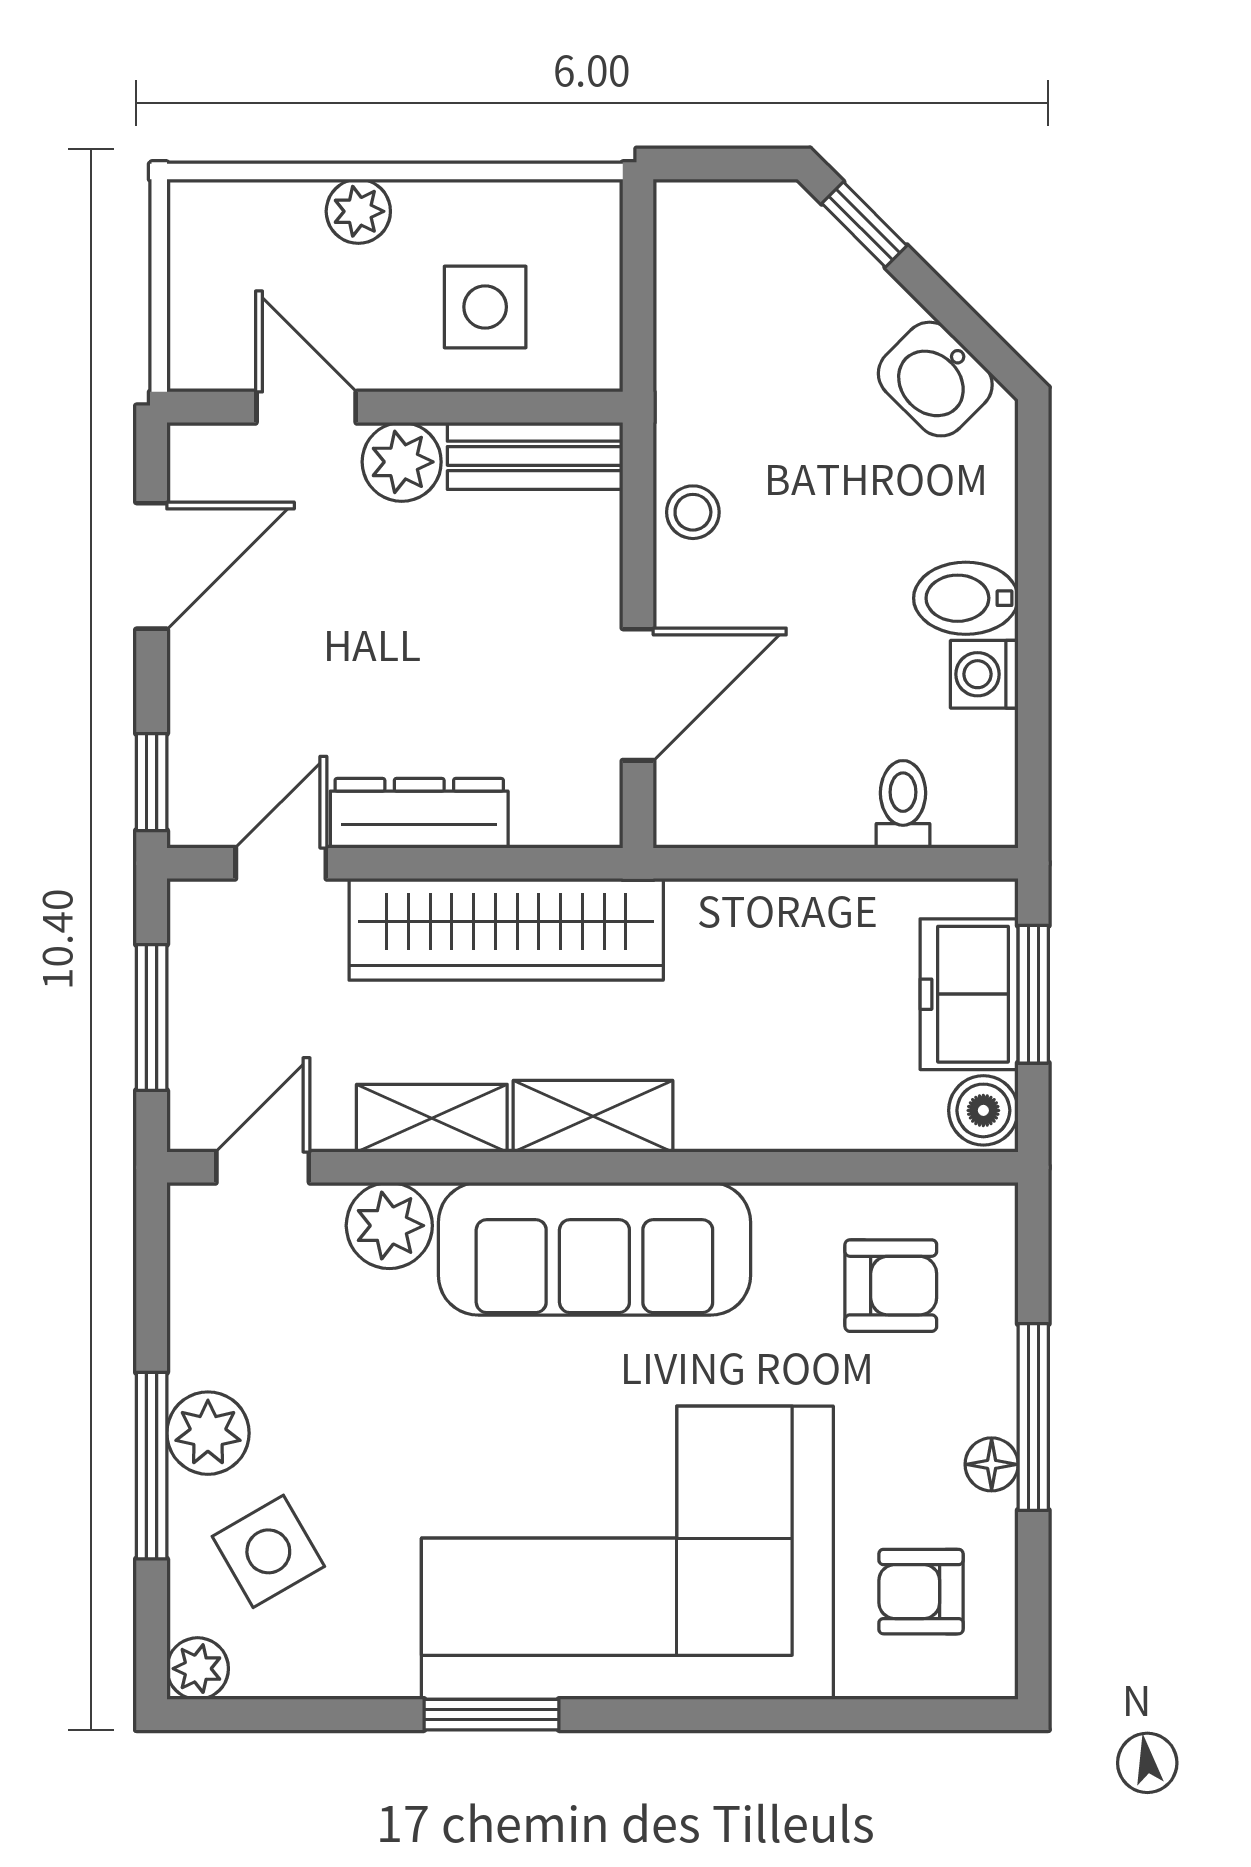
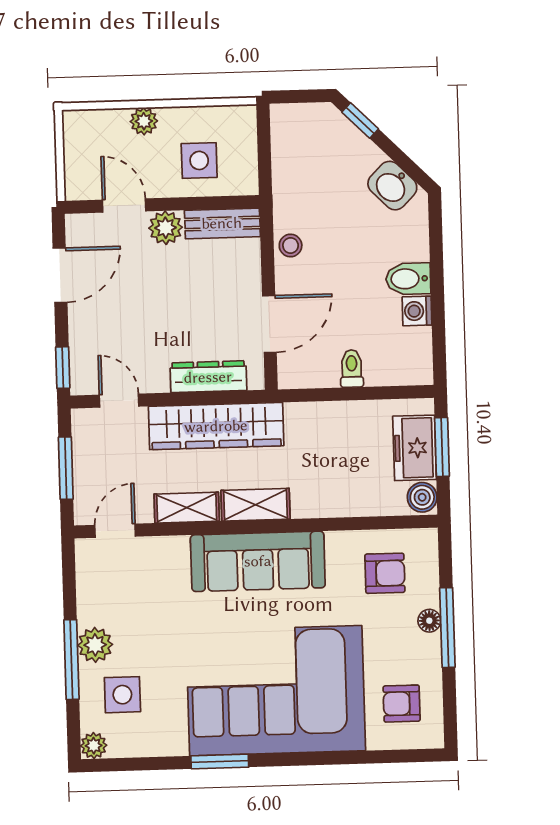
toilet: (903, 804) -> (352, 369), moved
dresser: (419, 813) -> (208, 377), moved
door: (281, 863) -> (119, 401), hinge flipped
plant: (389, 1226) -> (170, 554), removed
floor lamp: (992, 1464) -> (429, 621), moved
side table: (268, 1551) -> (122, 695), turned 30

